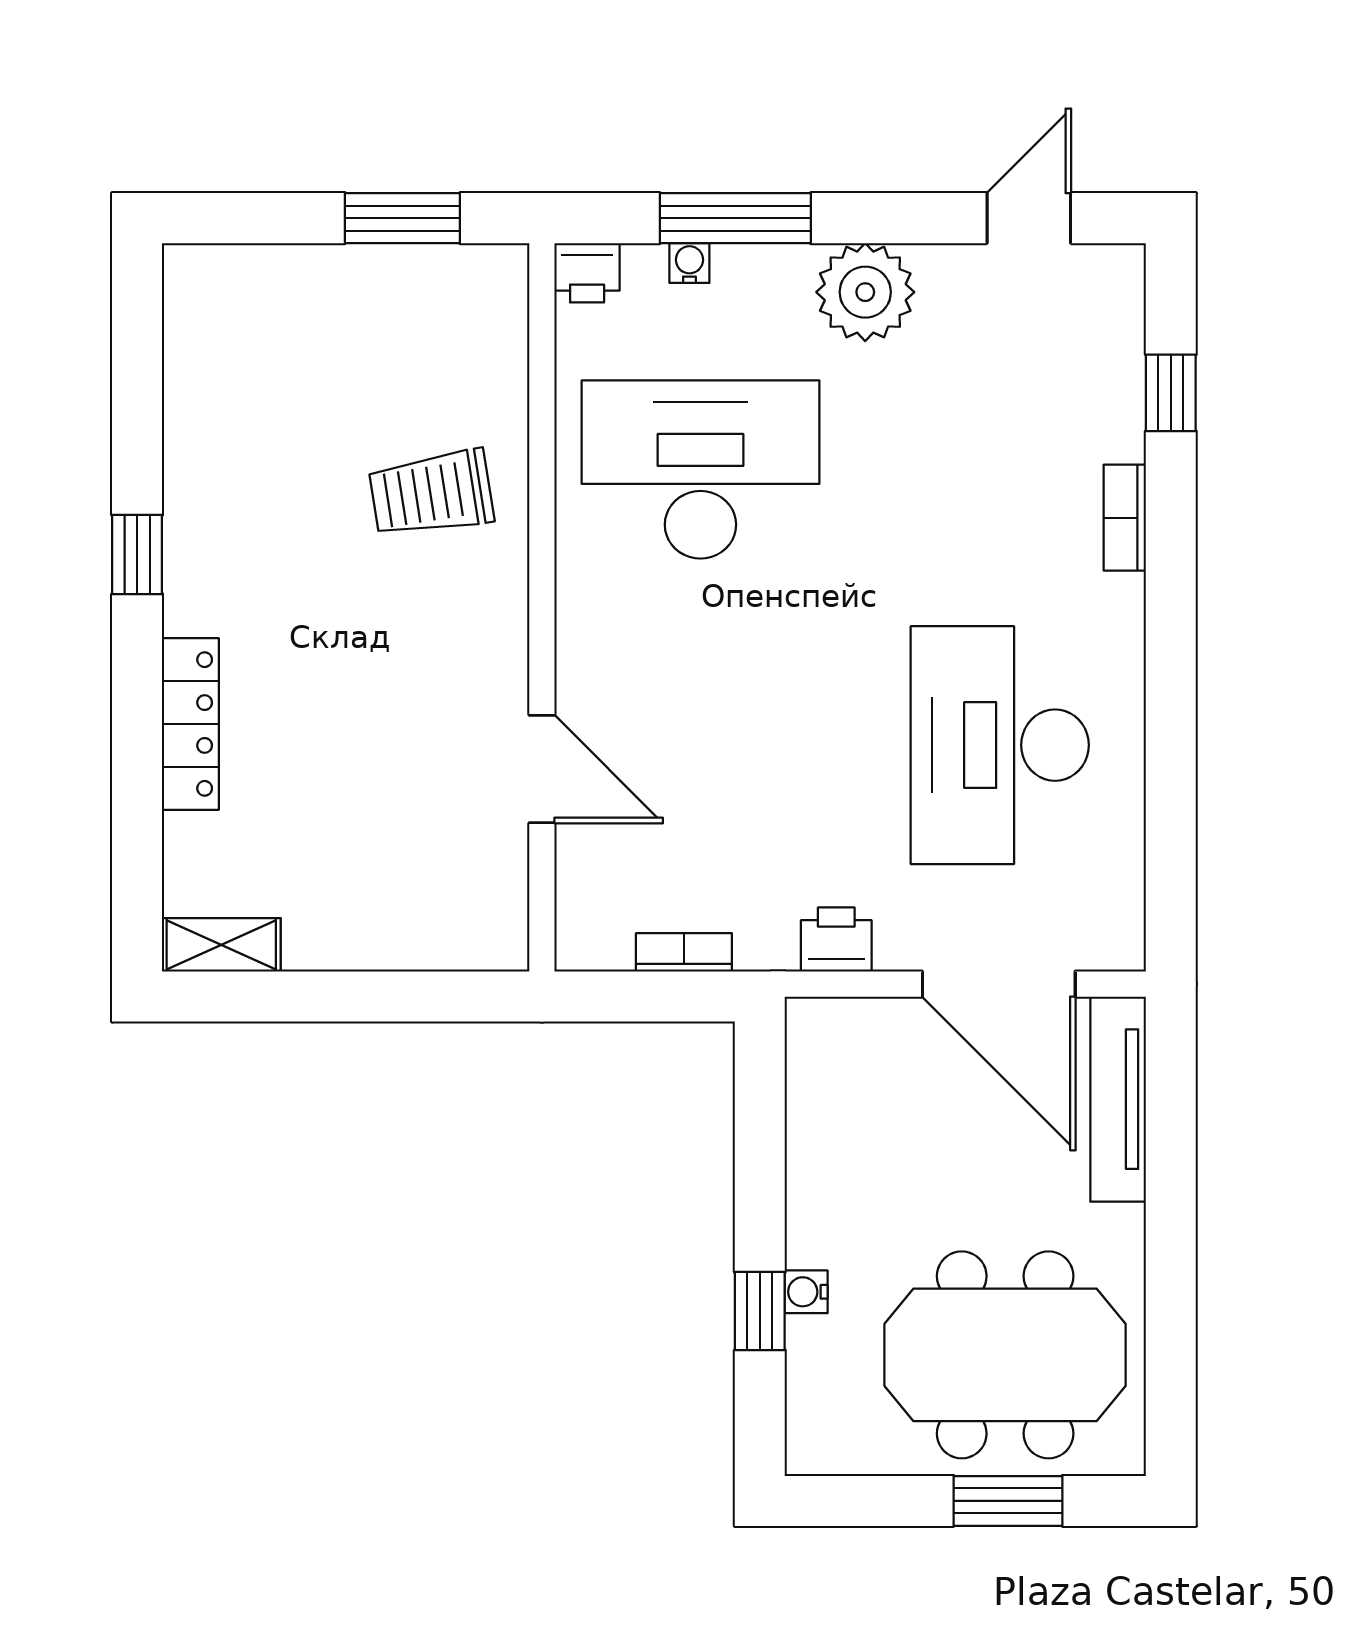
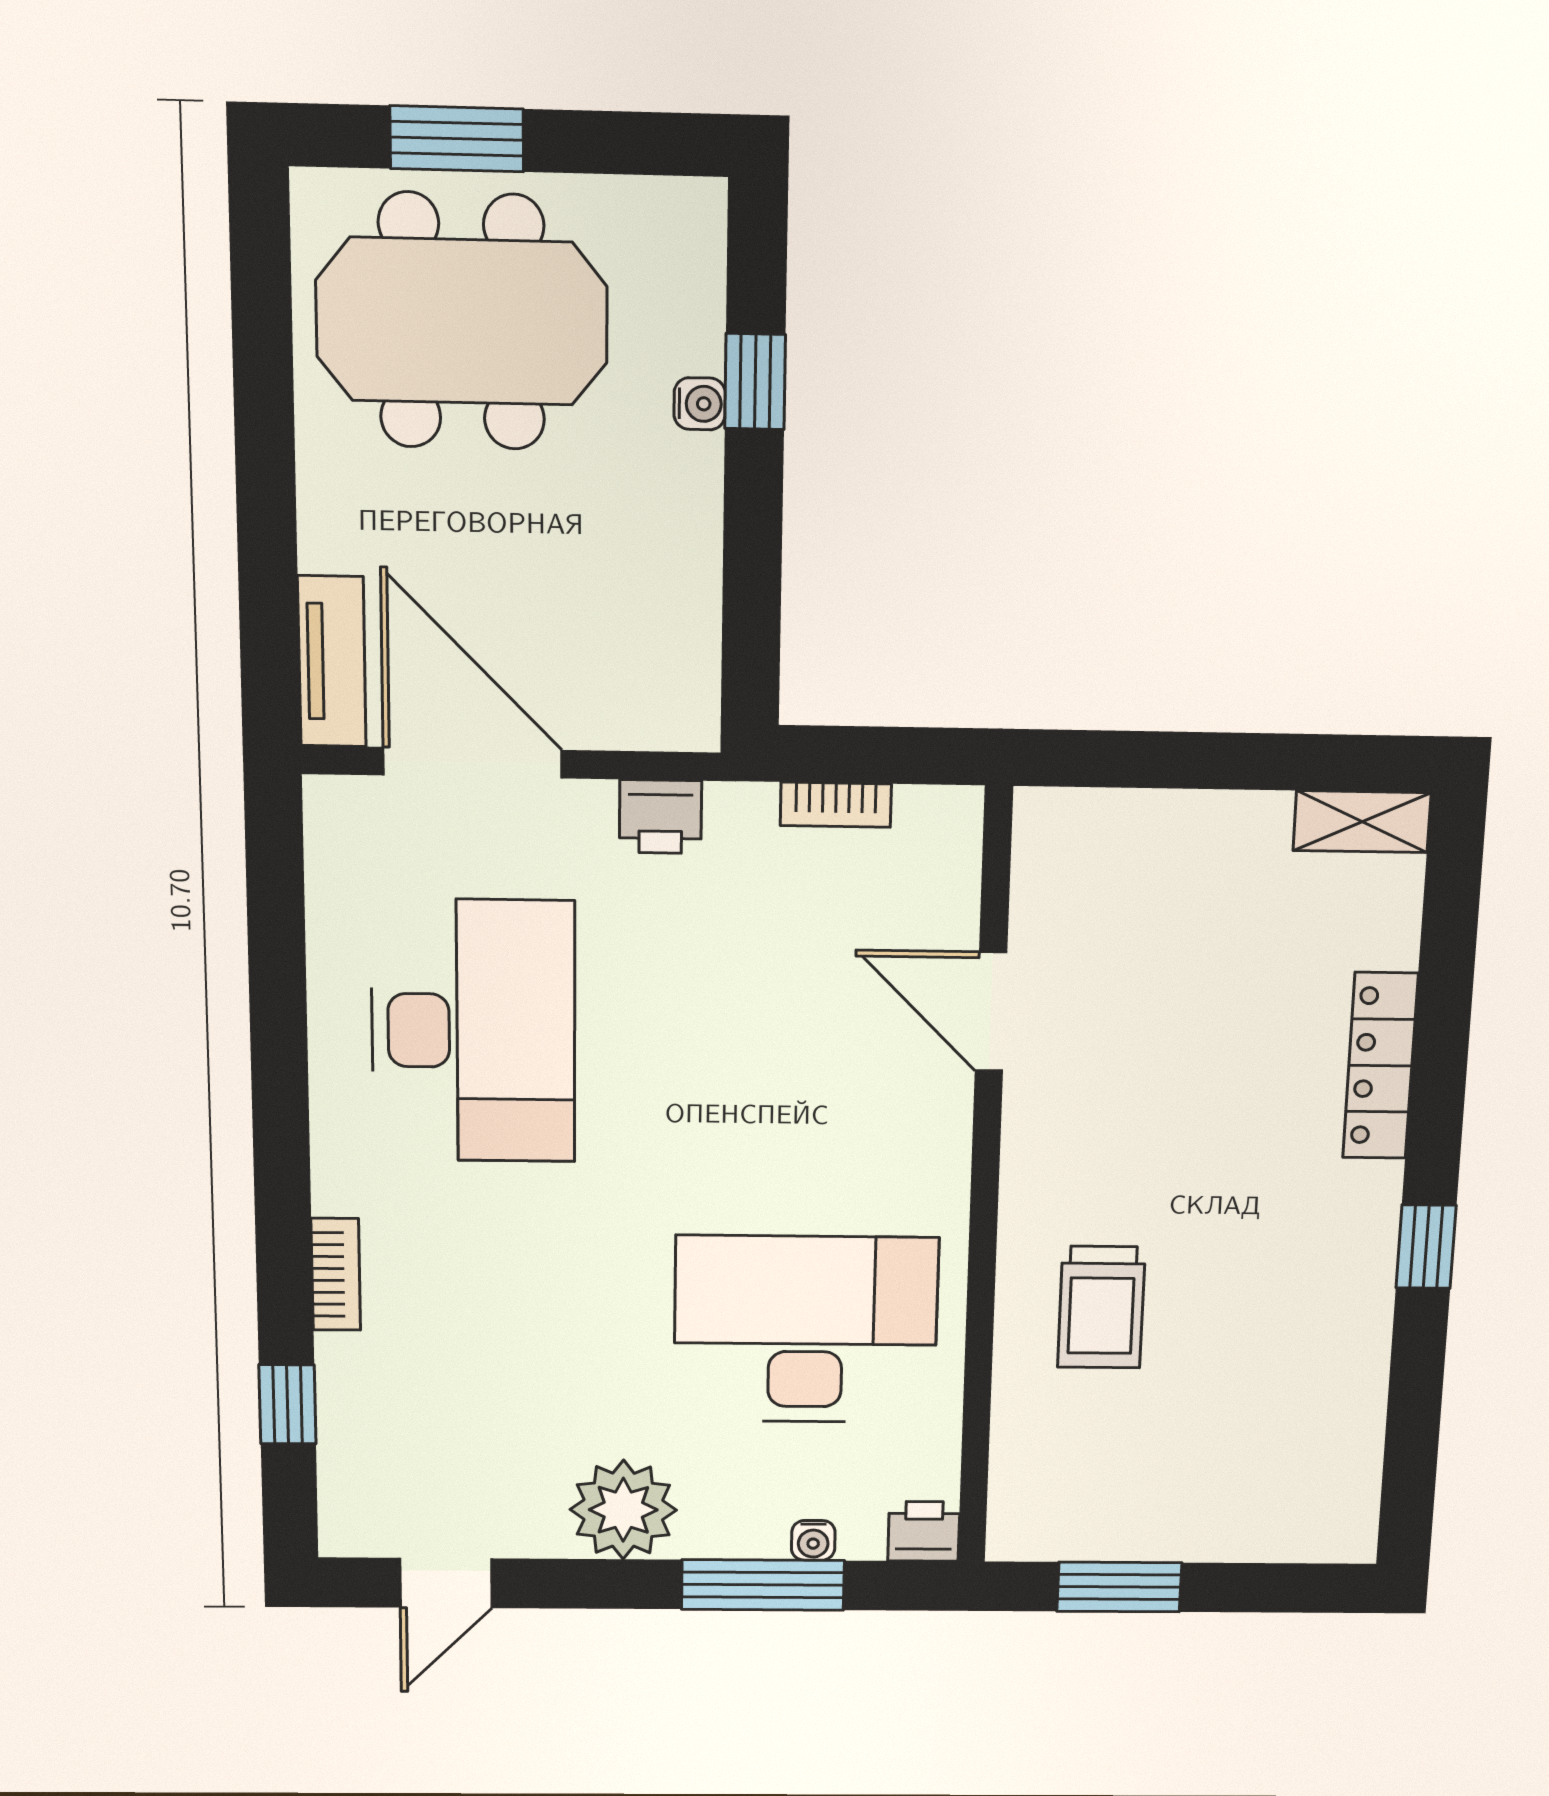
desk: (700, 470) -> (806, 1329), turned 180
trolley: (431, 493) -> (1101, 1307), turned 99
tv unit: (1118, 1099) -> (332, 661), width x0.71

